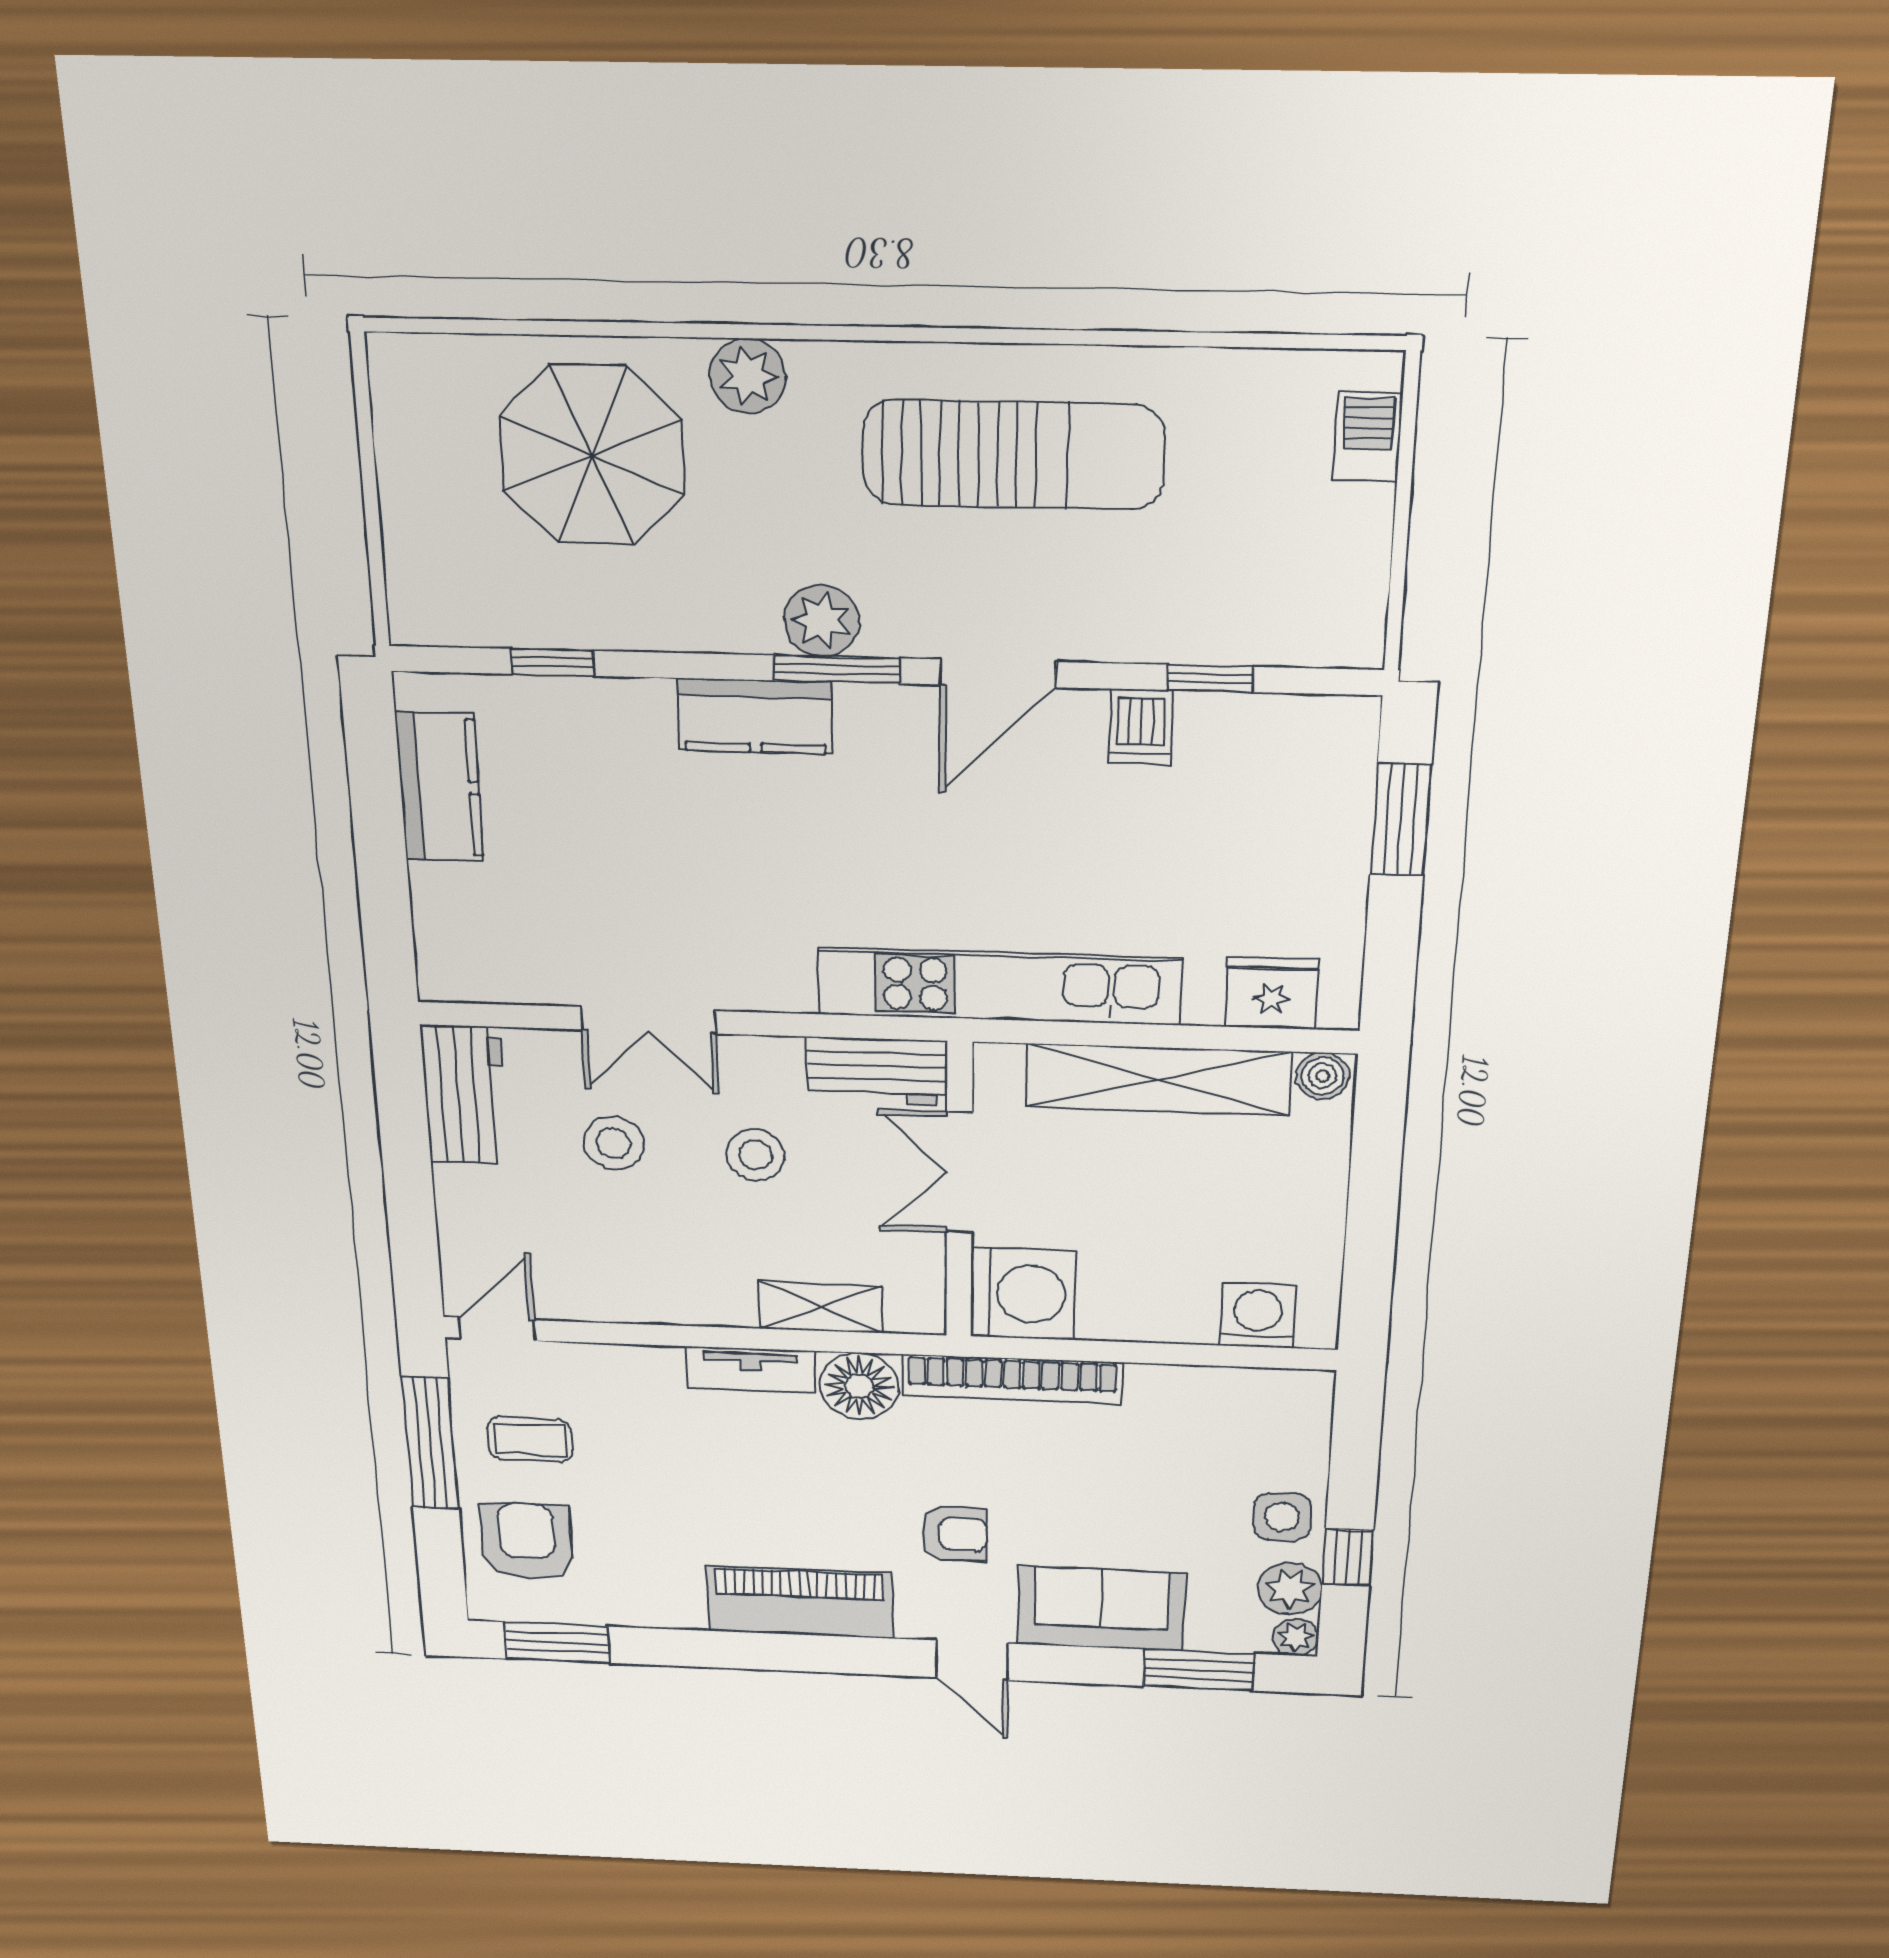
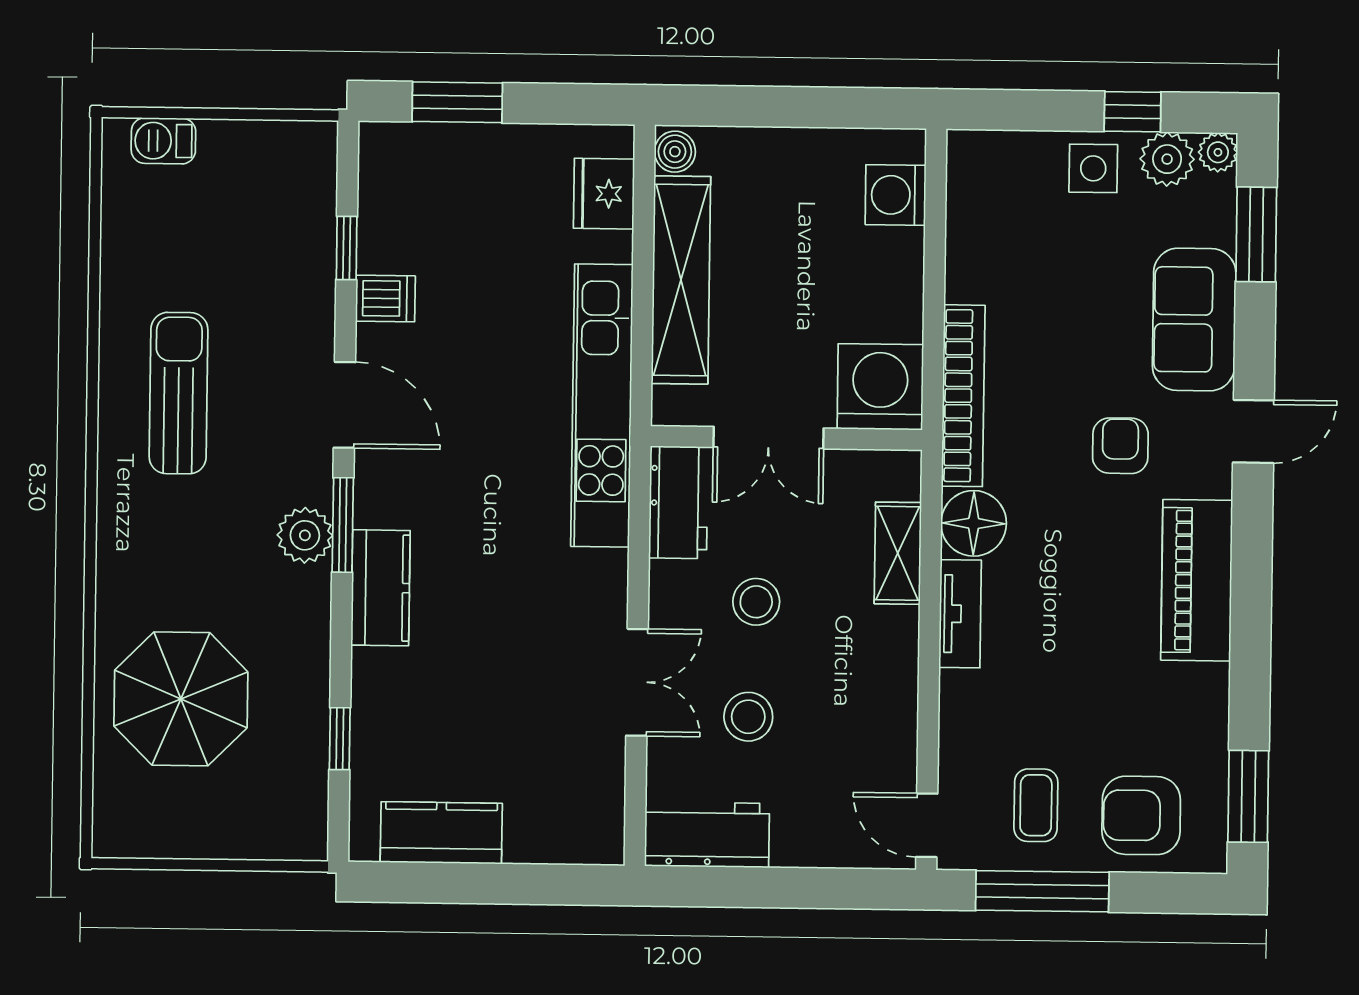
plant: (748, 376) -> (122, 583), removed
sun lounger: (1013, 455) -> (178, 393), width x0.73, depth x0.75

